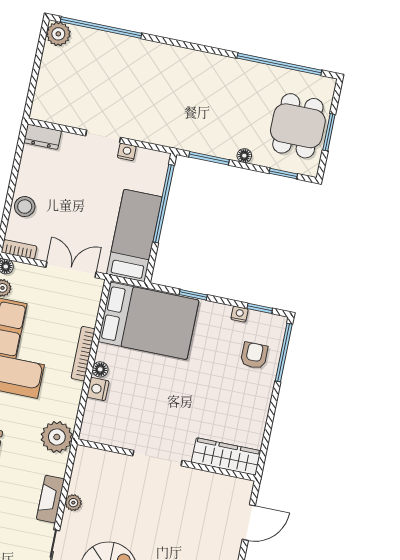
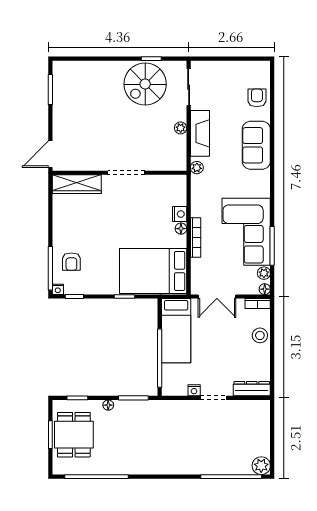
dresser: (42, 137) -> (252, 389), width x1.44
nightstand: (239, 314) -> (58, 289), moved
plant: (57, 437) -> (197, 168), width x0.53, depth x0.53
fireplace: (50, 499) -> (200, 133), width x1.37, depth x1.32
door: (249, 523) -> (50, 154), moved

